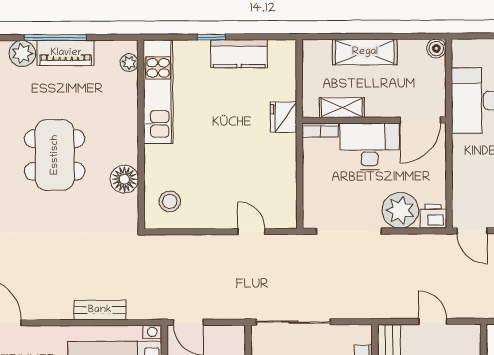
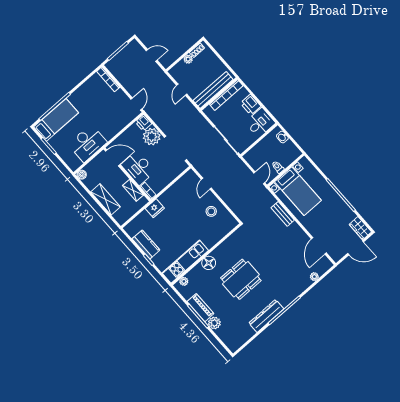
floor lamp: (124, 179) -> (209, 263), moved
stool: (170, 201) -> (211, 211), moved

